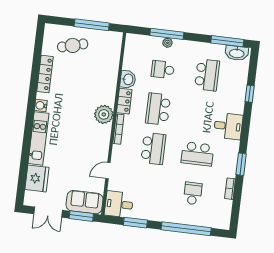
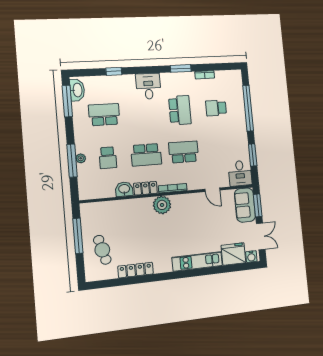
water cooler: (41, 105) -> (251, 257), moved

